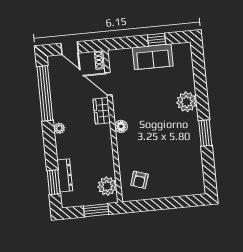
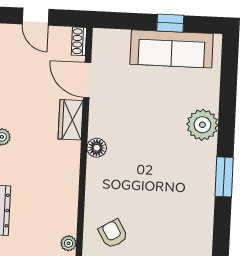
sofa: (153, 57) -> (172, 49), width x1.36
armchair: (140, 180) -> (113, 234), turned 132
plant: (107, 186) -> (69, 243), width x0.53, depth x0.53

